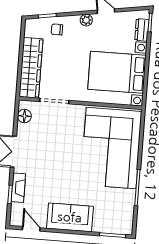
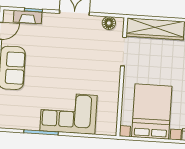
corner sofa: (111, 148) -> (69, 113), width x0.73, depth x0.74
fireplace: (18, 188) -> (28, 17), moved

